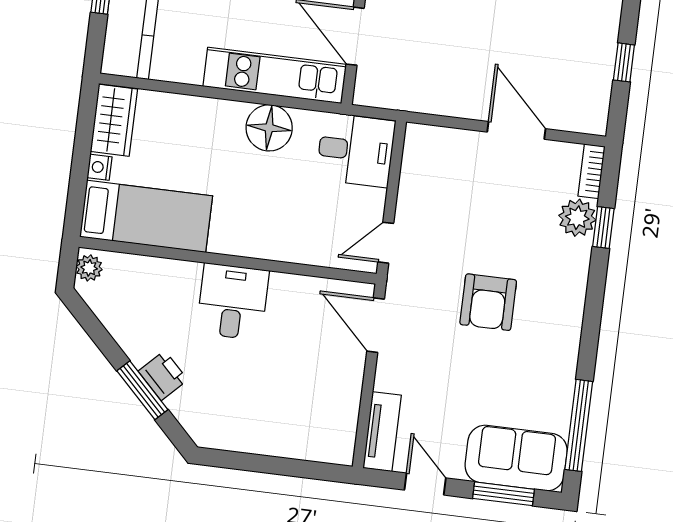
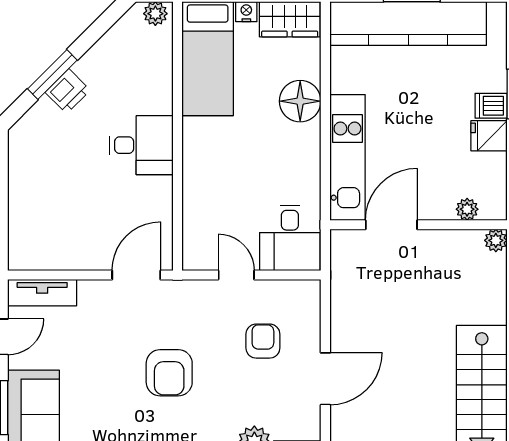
floor lamp: (269, 128) -> (300, 101), moved
armchair: (466, 194) -> (263, 341), added
door: (386, 243) -> (236, 275), moved
armchair: (488, 302) -> (169, 373), turned -90

